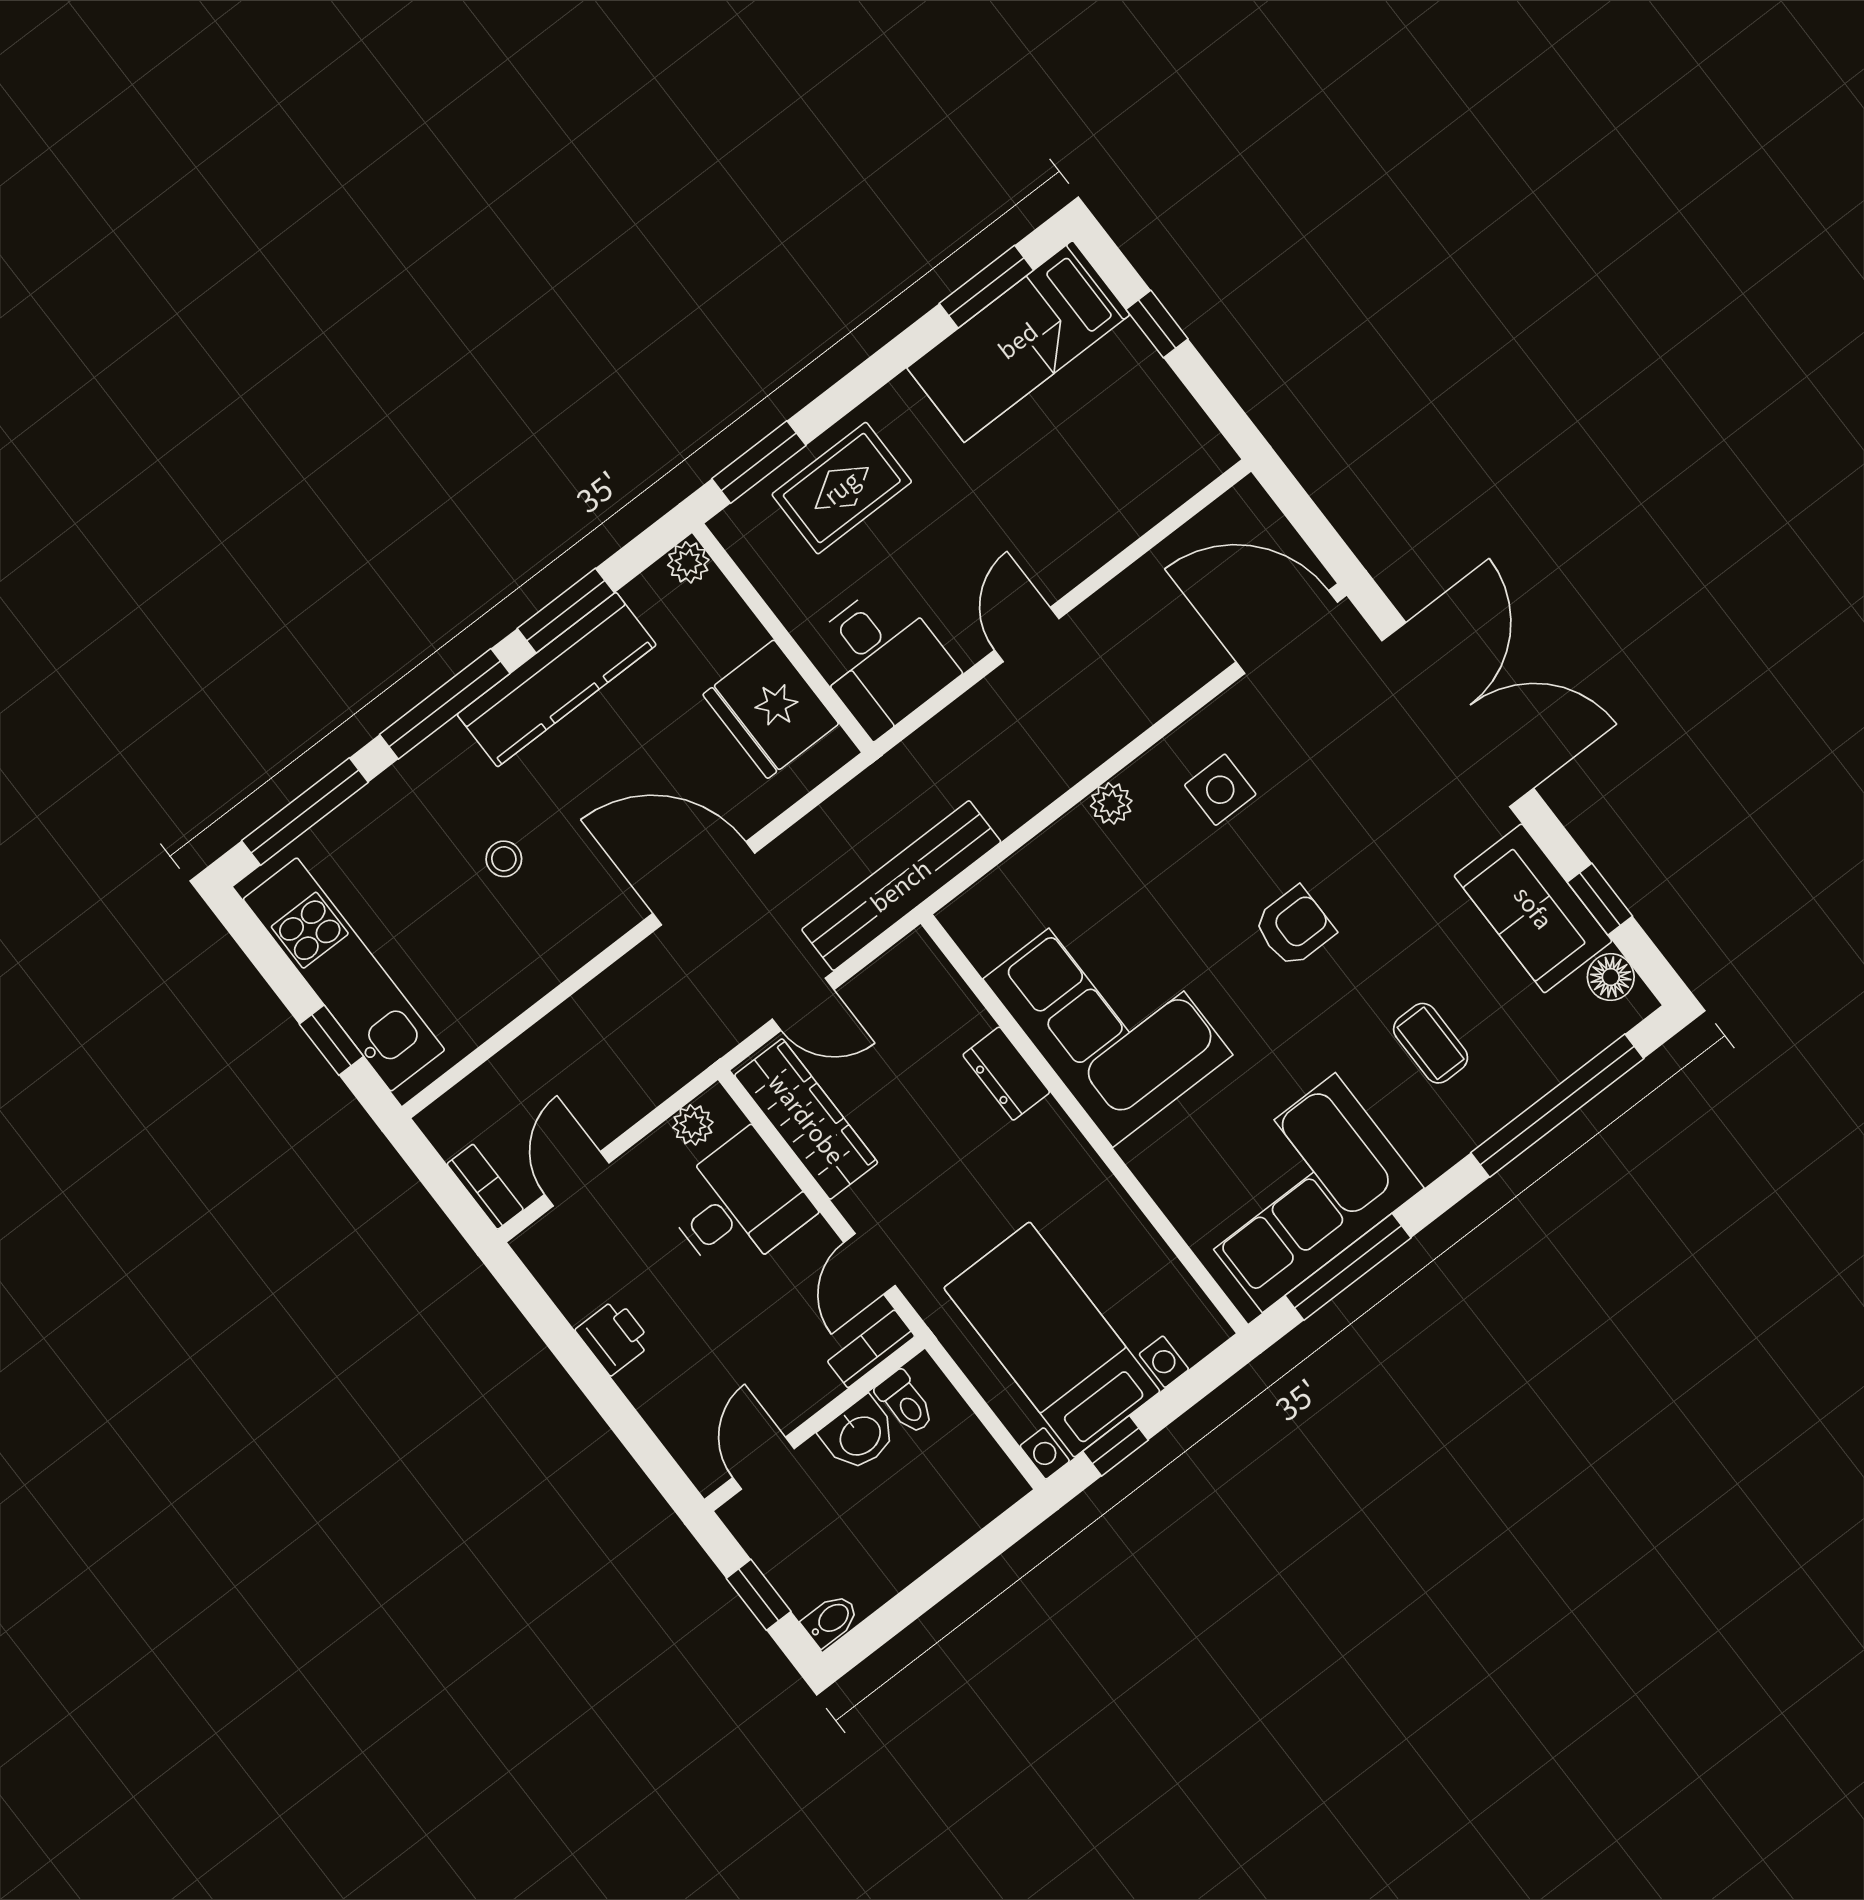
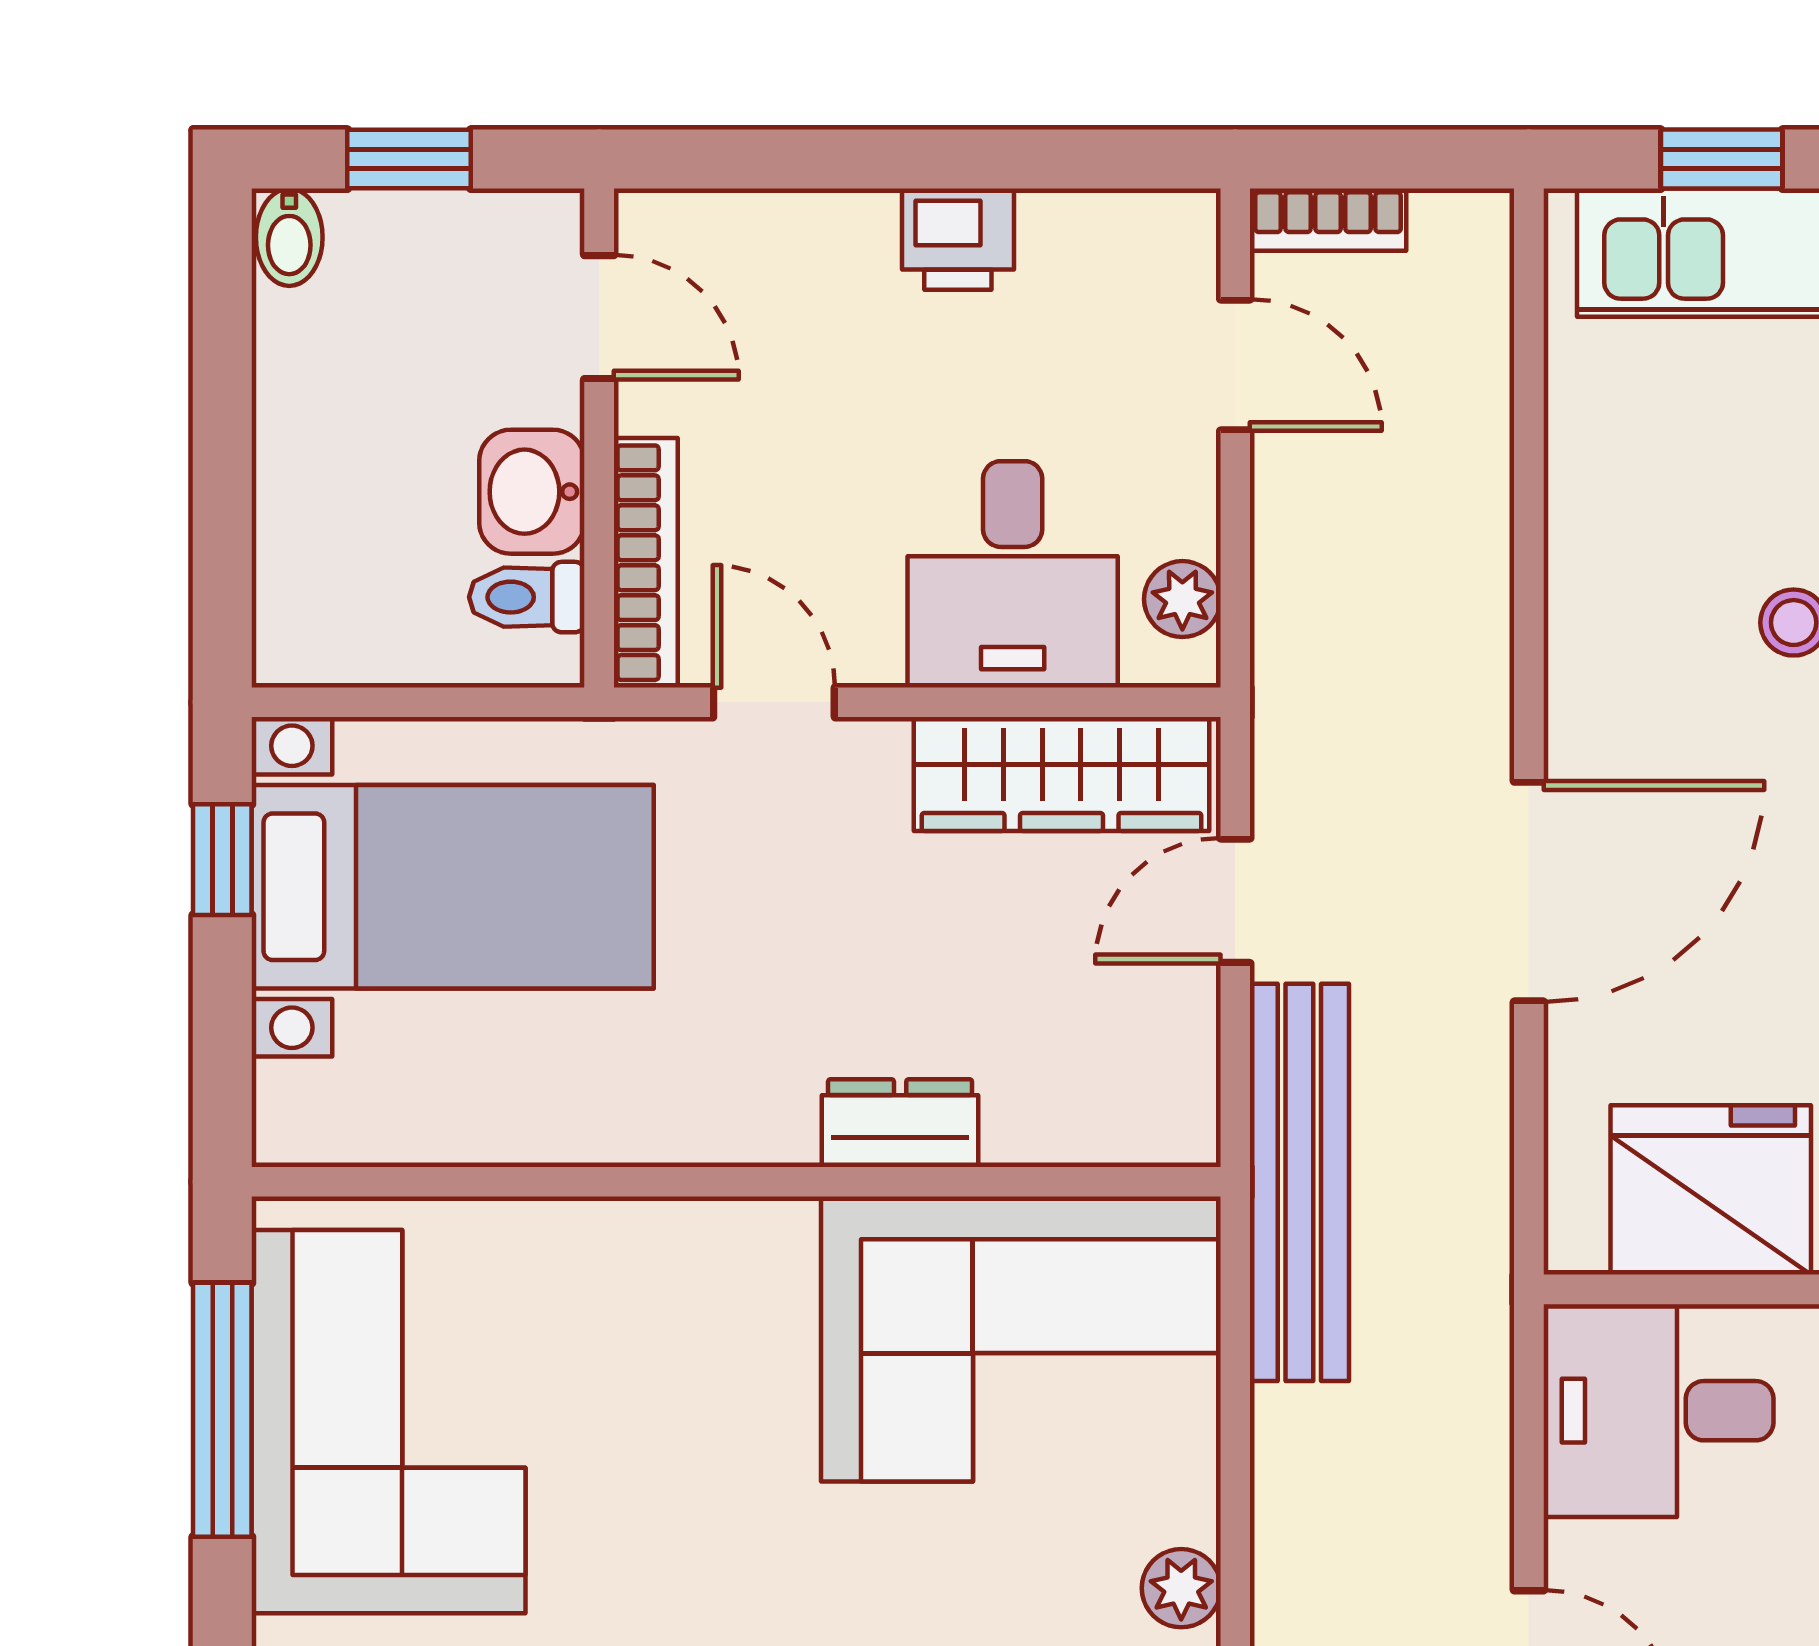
corner sofa: (1108, 1017) -> (1021, 1339), moved
bookcase: (871, 1349) -> (646, 563), width x1.56

